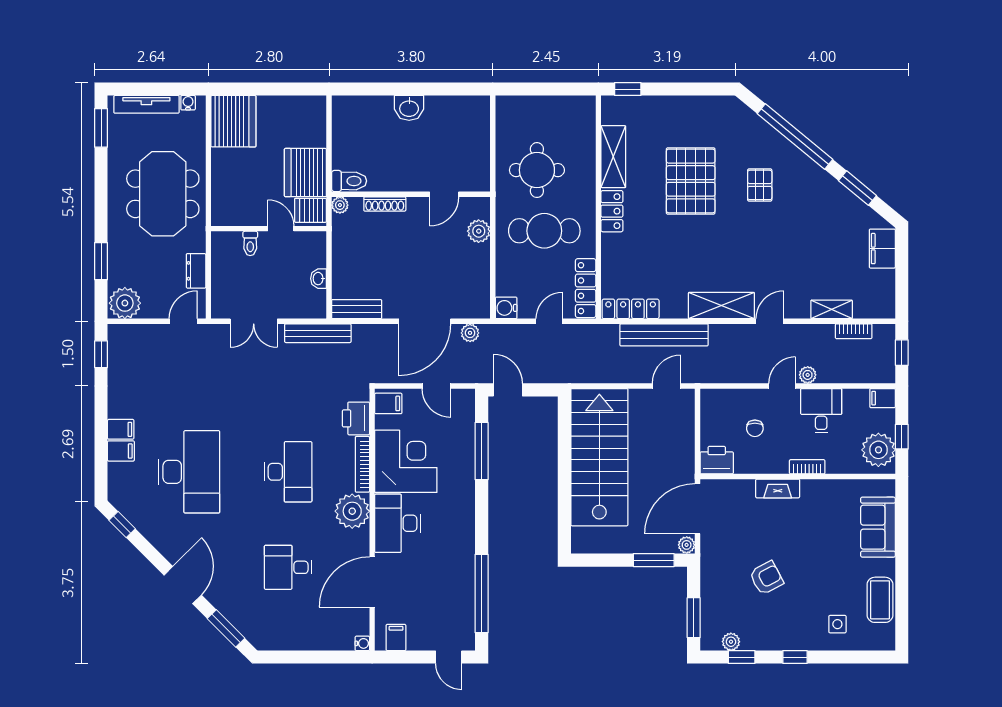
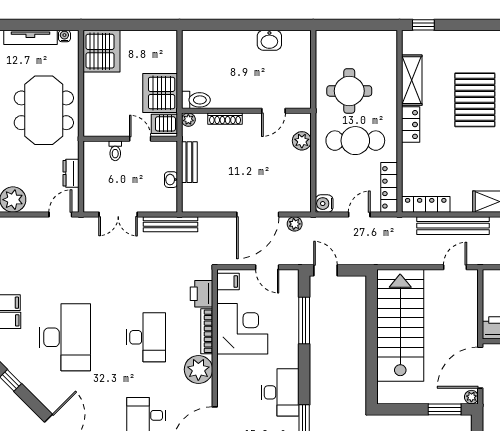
washbasin: (409, 108) -> (269, 40), moved
bench: (357, 309) -> (189, 162), moved, turned 90
desk: (398, 523) -> (280, 392), moved, turned 180

